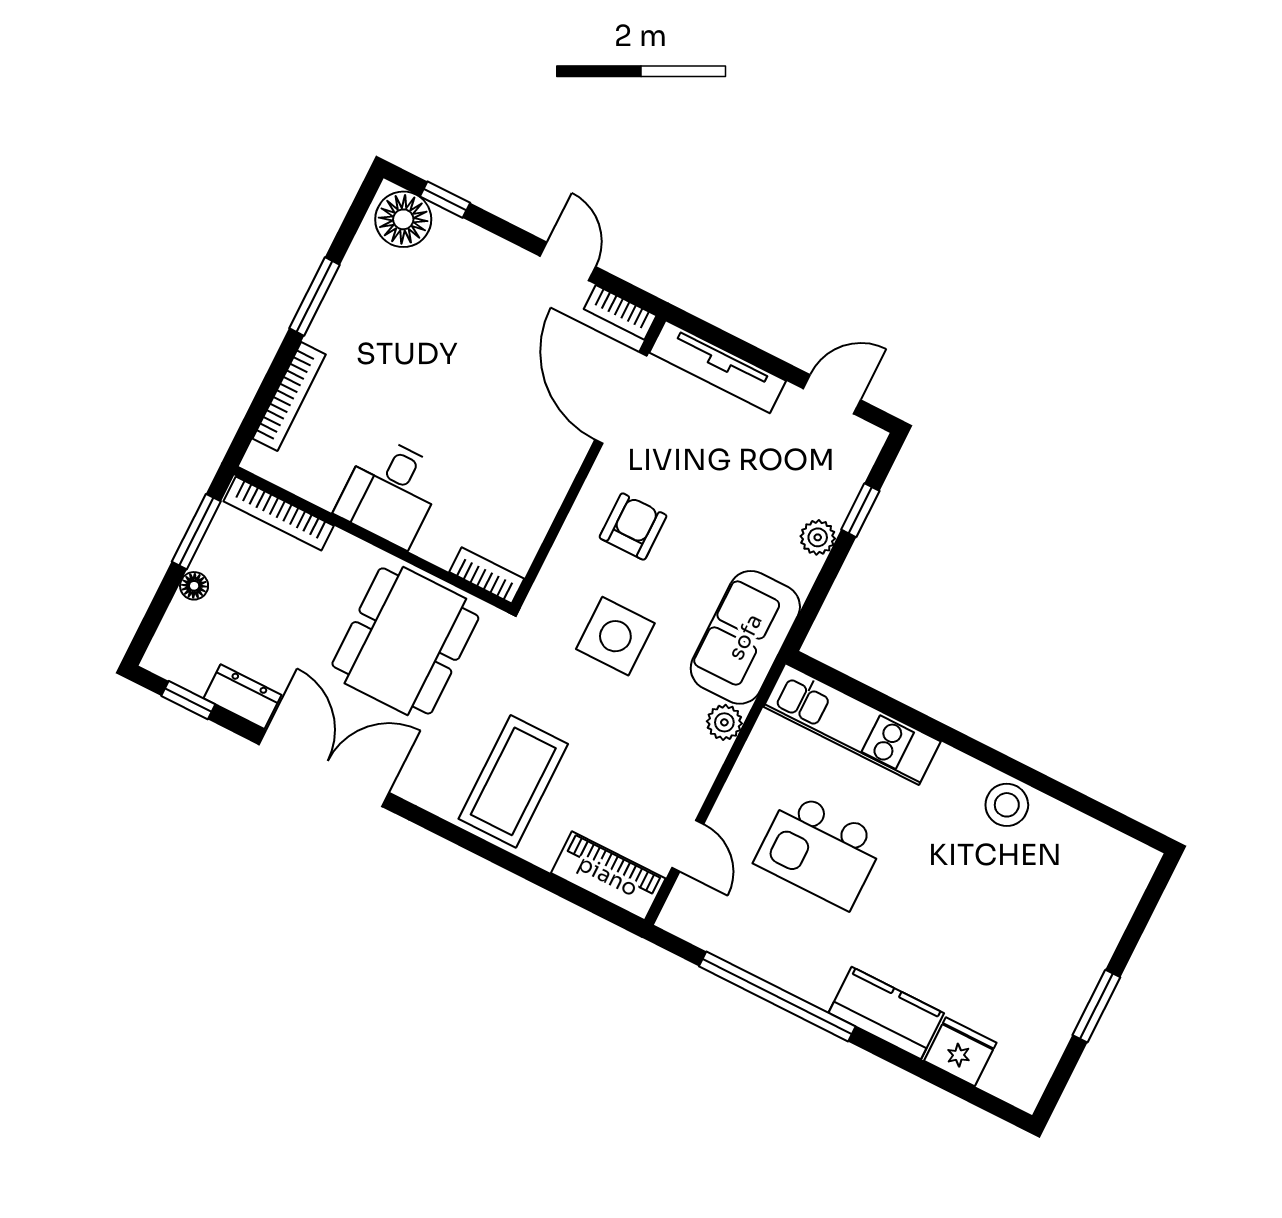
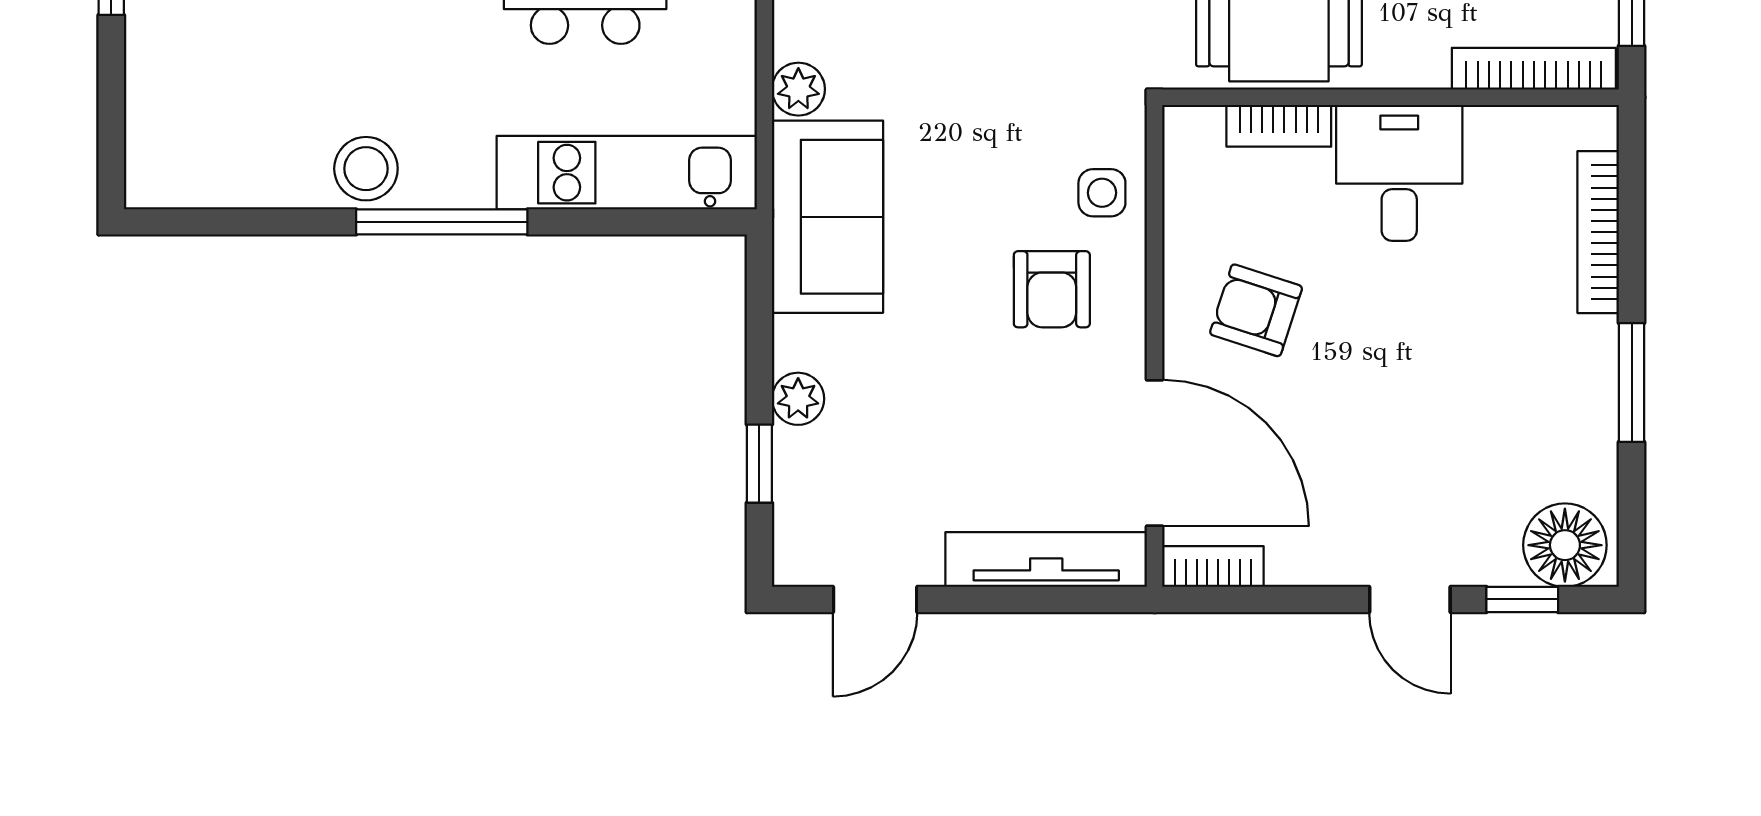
door: (568, 261) -> (1410, 599), moved
armchair: (517, 453) -> (1256, 310), added
bookcase: (487, 575) -> (1279, 126), moved
side table: (615, 636) -> (1102, 193), moved, width x0.54, depth x0.54
window: (977, 750) -> (442, 222), added

